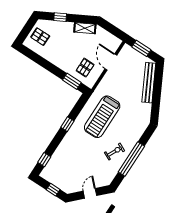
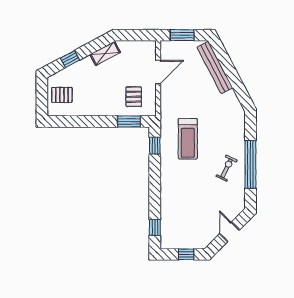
door: (111, 62) -> (158, 72), swing flipped
treadmill: (102, 117) -> (188, 139), width x0.73, depth x0.73
window: (67, 124) -> (155, 146), moved

